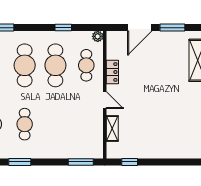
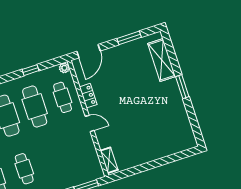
door: (140, 28) -> (88, 51), moved
shelving: (112, 129) -> (109, 160), moved
window: (130, 162) -> (130, 172), removed

